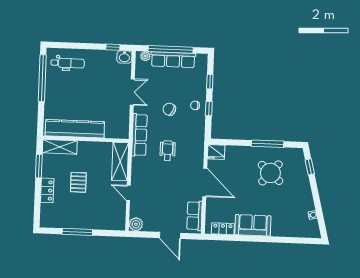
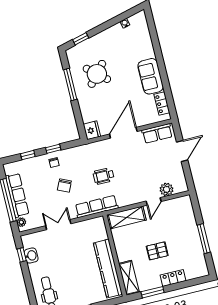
washbasin: (124, 57) -> (31, 256), moved
plant: (136, 224) -> (166, 189), moved

